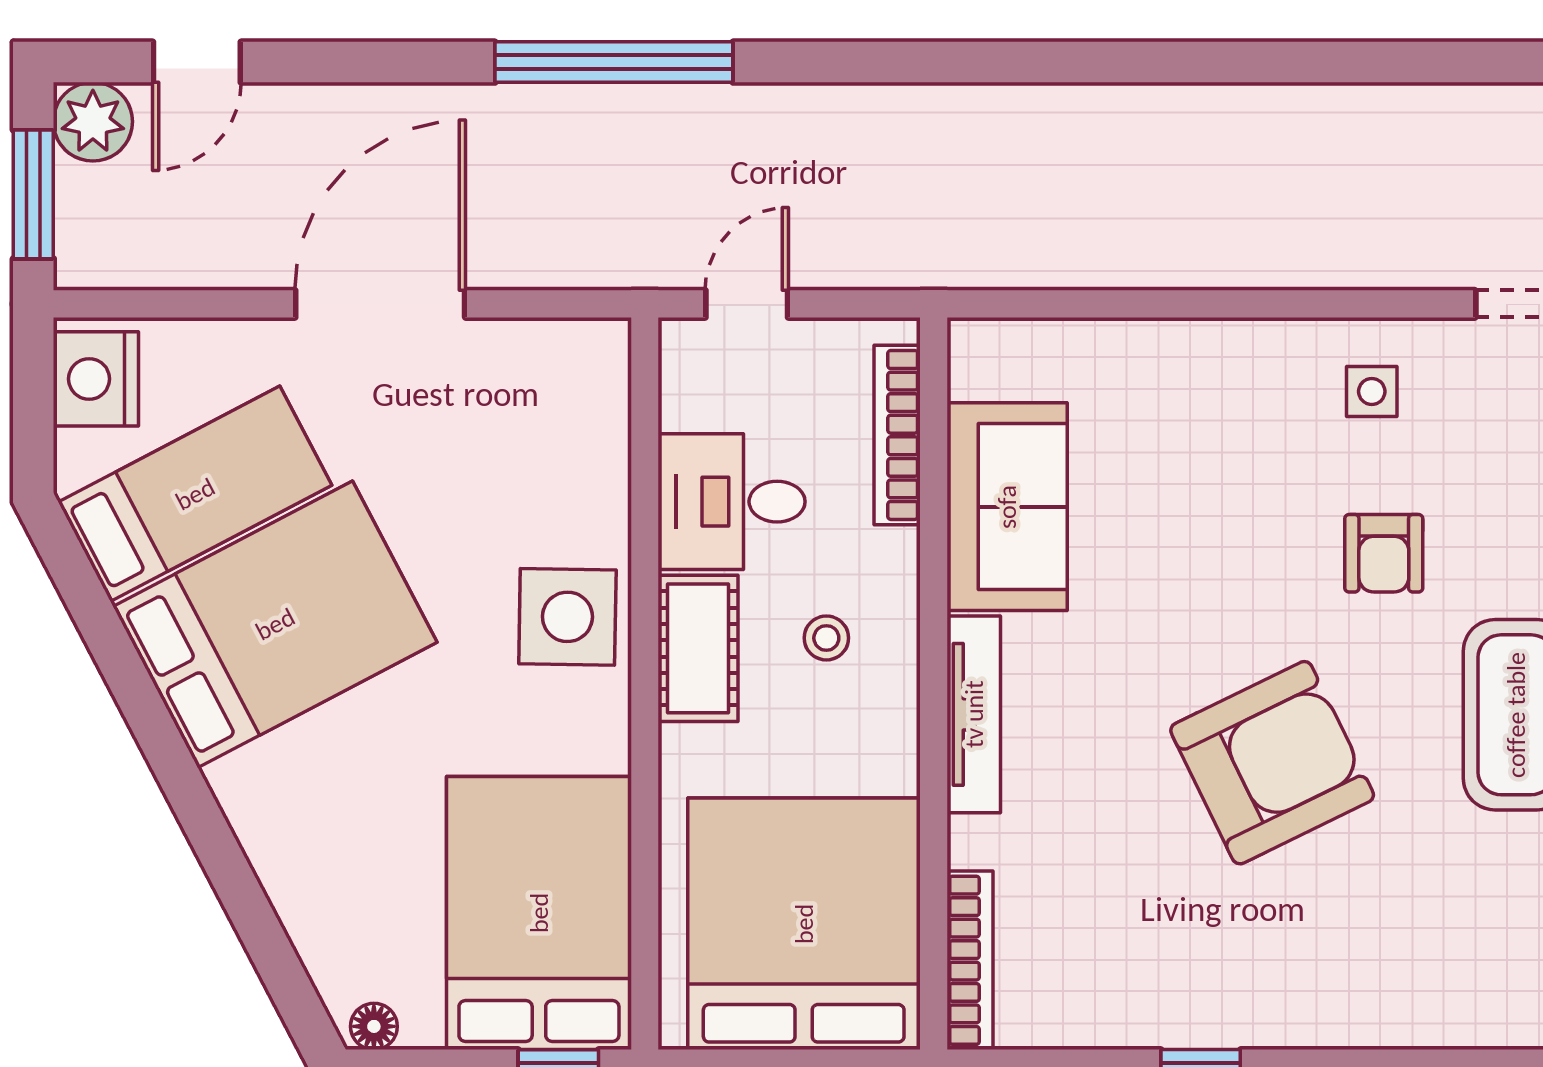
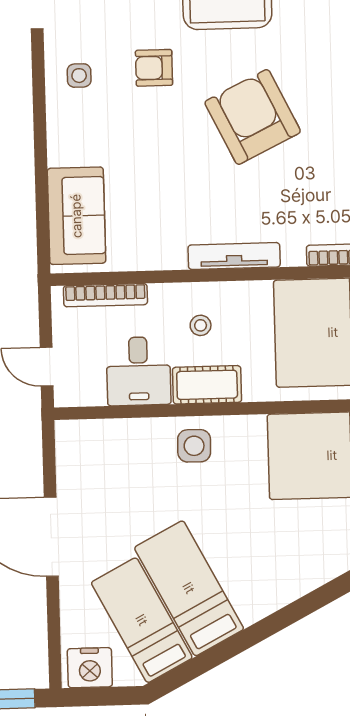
sofa: (1007, 507) -> (76, 216), moved, turned 90
armchair: (1384, 553) -> (154, 68), turned 180
side table: (567, 617) -> (194, 446), width x0.73, depth x0.73
bed: (275, 624) -> (189, 588), width x0.67

